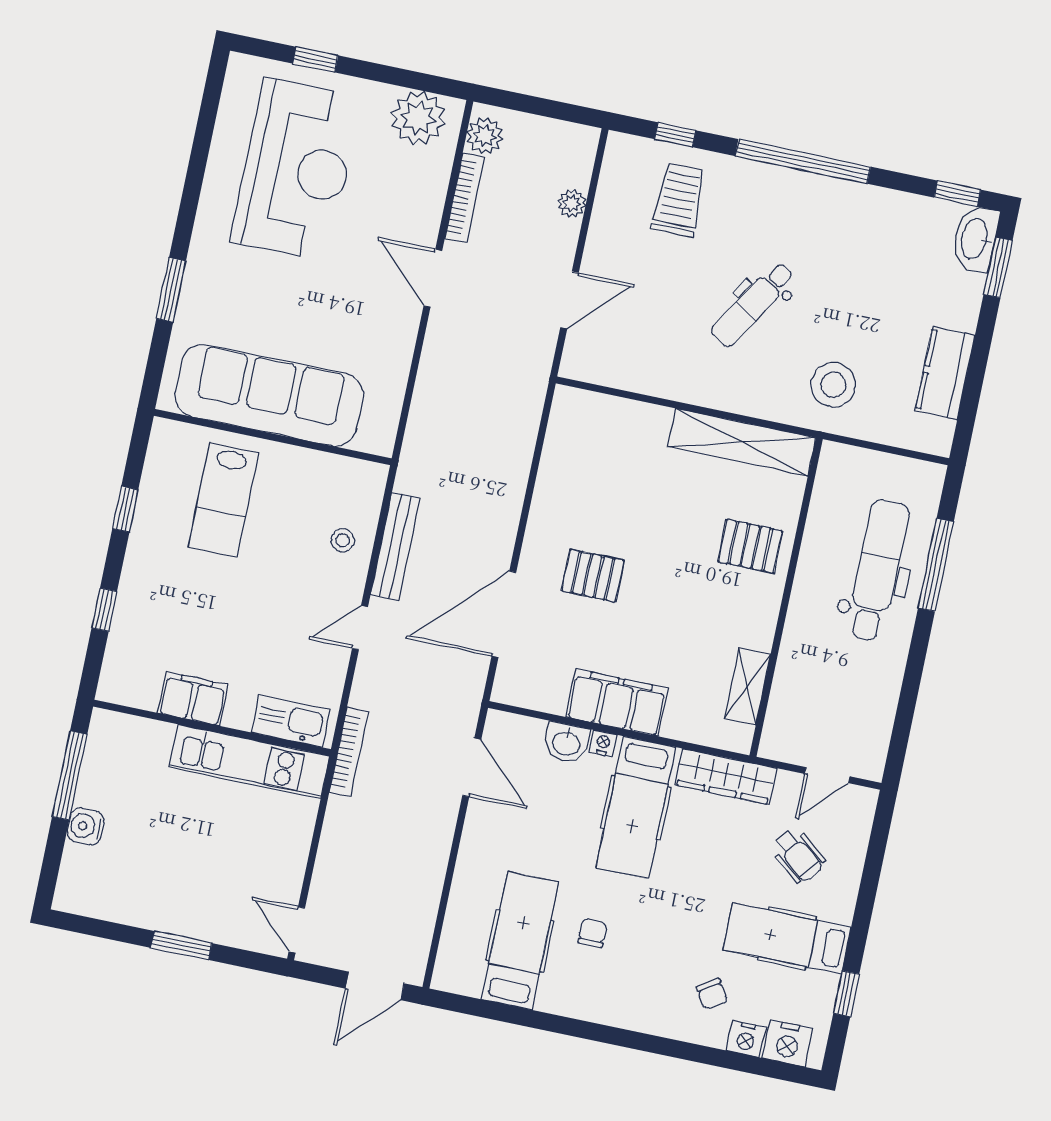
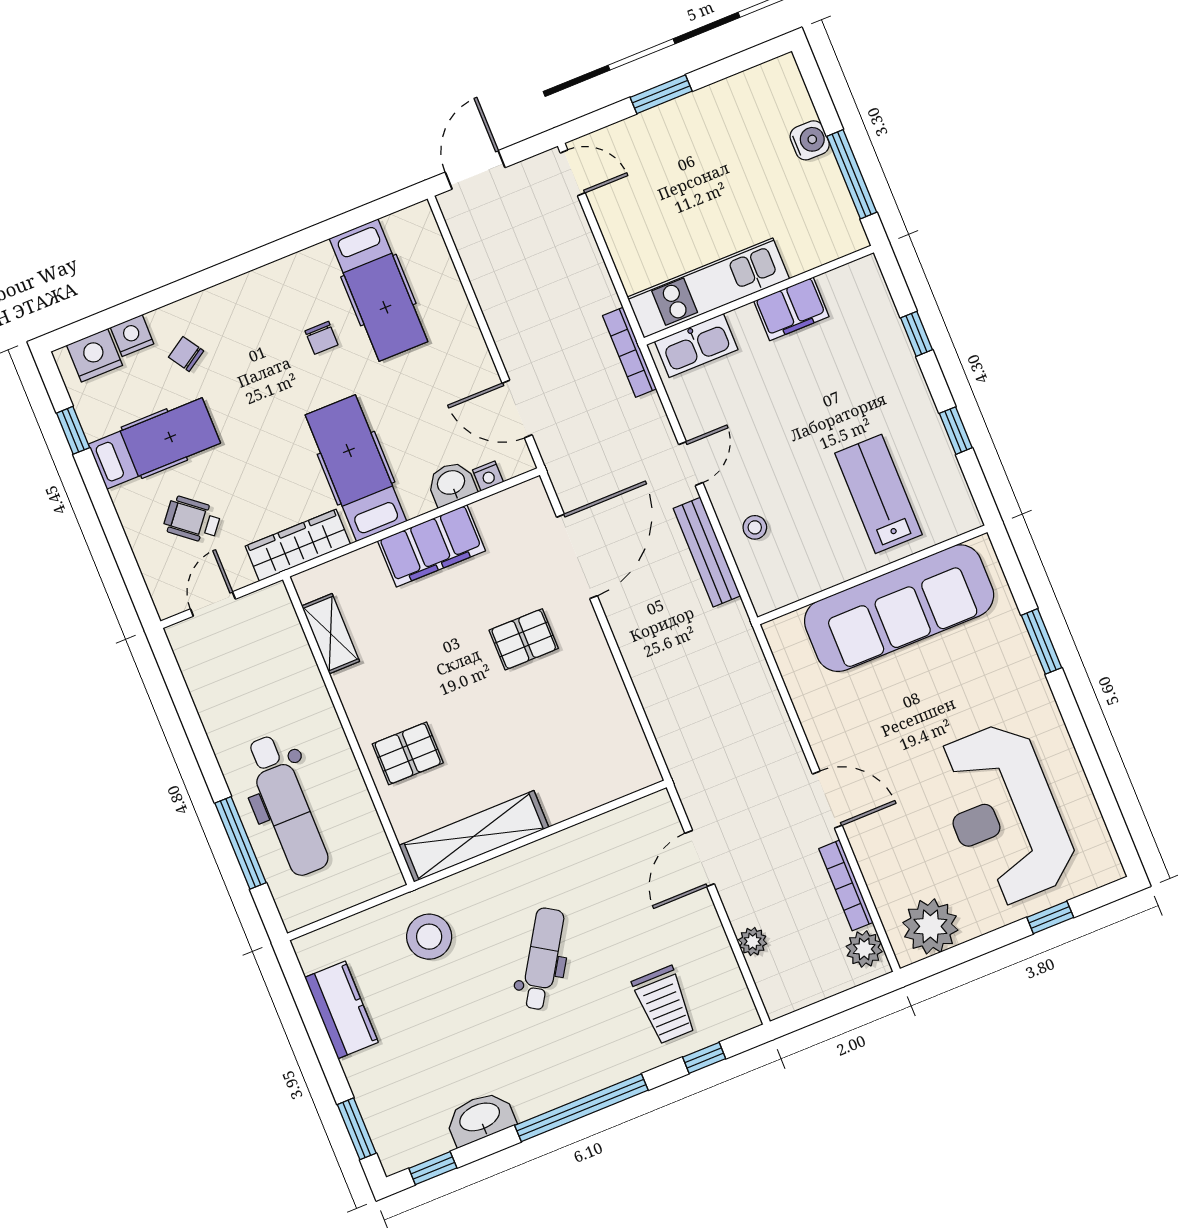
washbasin: (975, 239) -> (480, 1118), moved, turned -90
nightstand: (603, 743) -> (488, 476), moved

